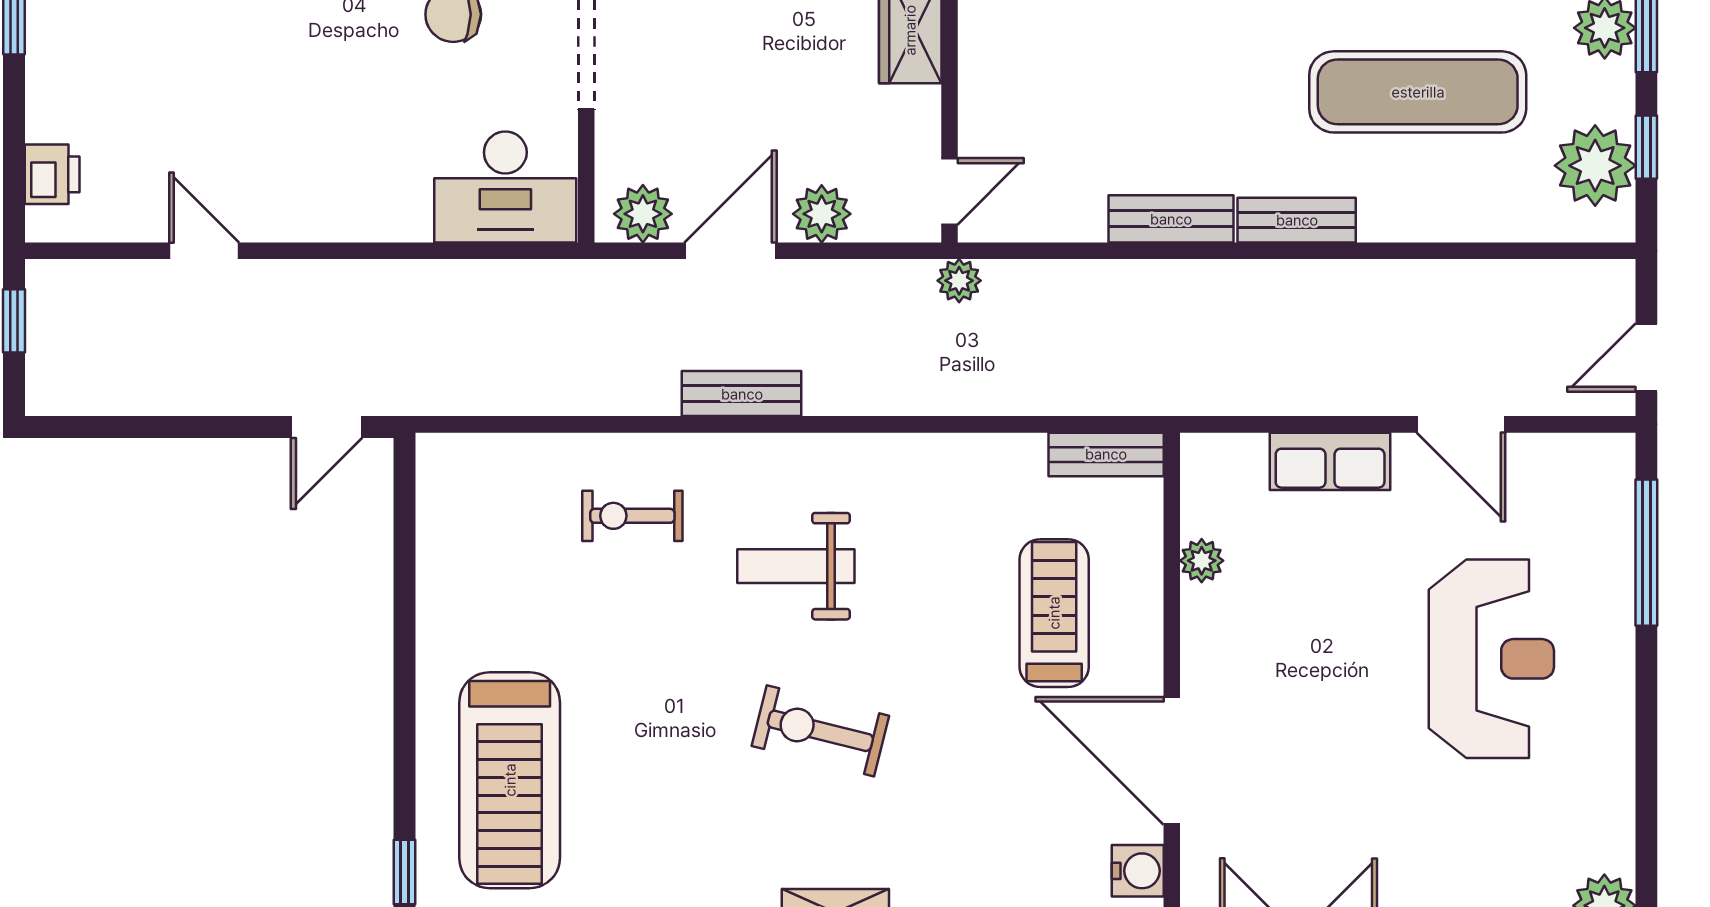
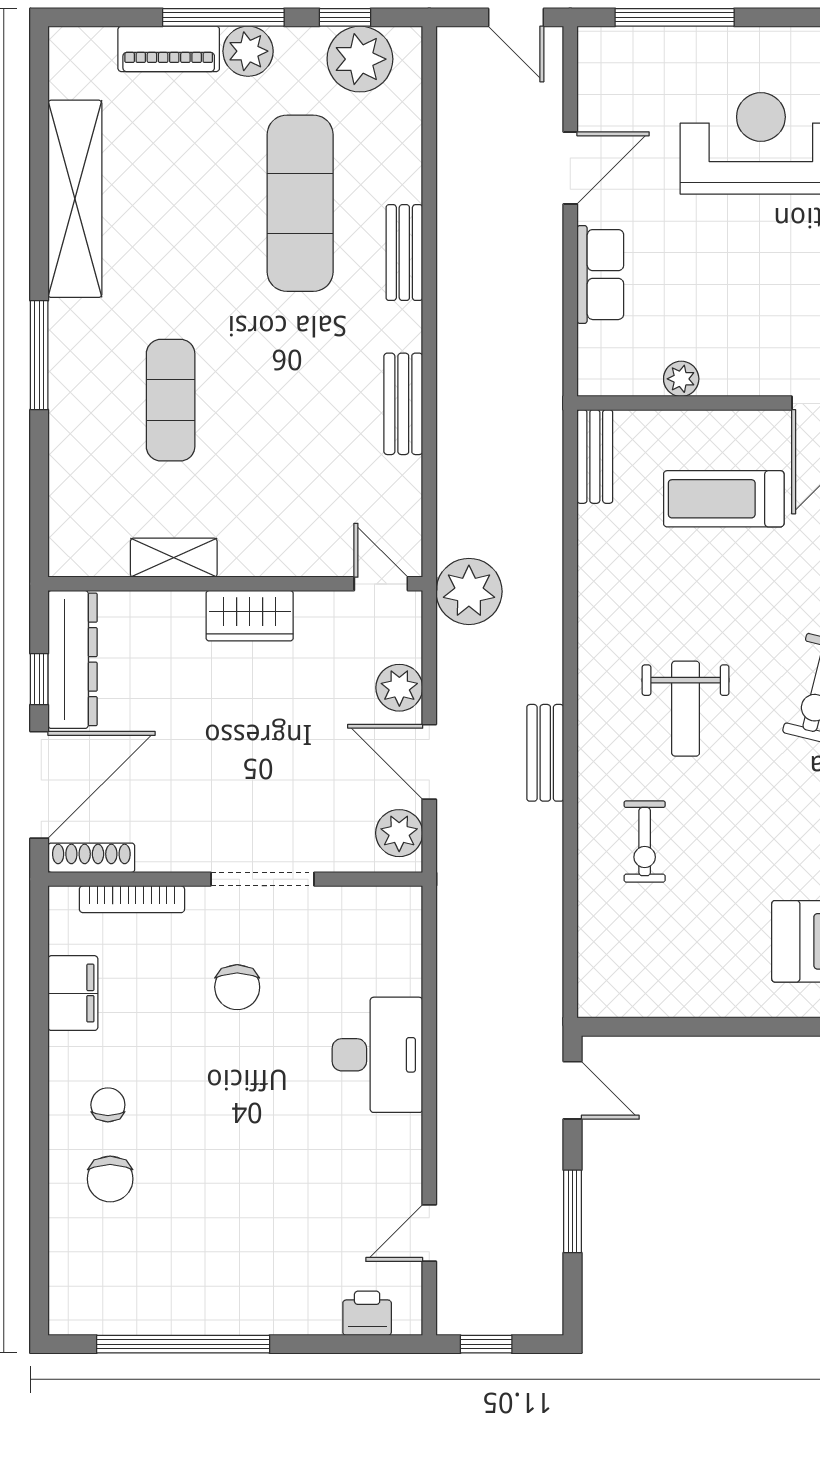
desk: (505, 187) -> (377, 1055), moved
bench: (1297, 220) -> (404, 253), moved
door: (204, 251) -> (429, 1233), moved
plant: (959, 281) -> (469, 591), width x1.87, depth x1.87
window: (177, 427) -> (573, 1211), added

